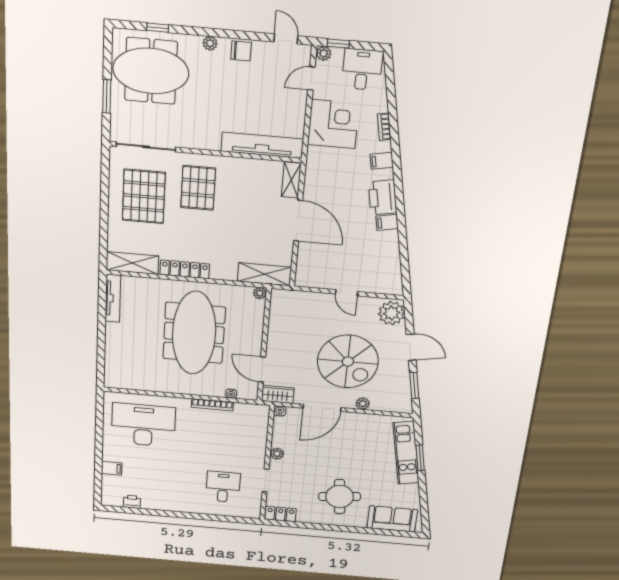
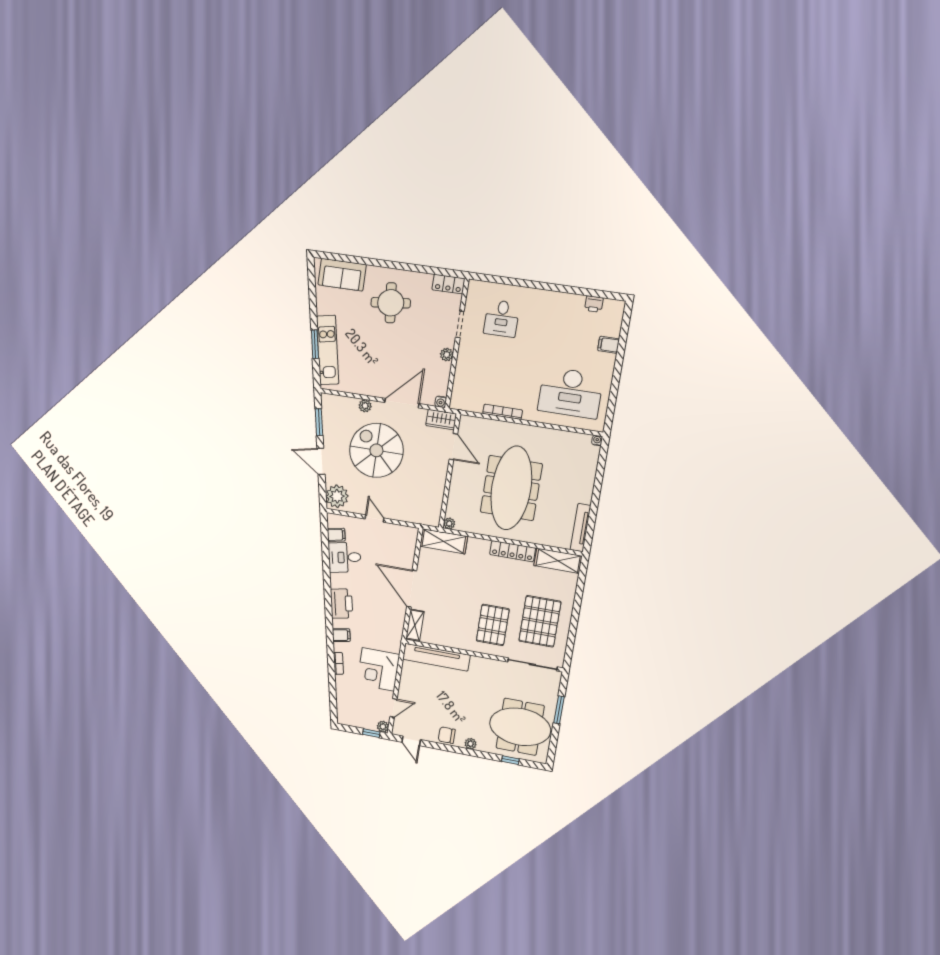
desk: (362, 69) -> (345, 557), moved, turned 79
filing cabinet: (387, 222) -> (336, 535), moved
water cooler: (231, 394) -> (597, 440), moved

